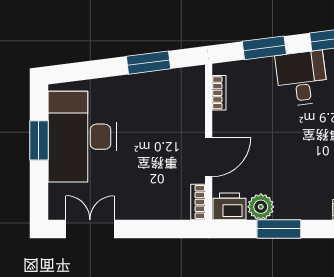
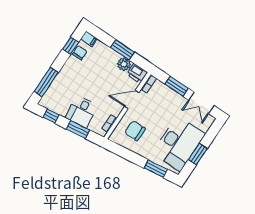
window: (148, 63) -> (156, 169), moved
desk: (302, 78) -> (81, 112), moved
chair: (169, 109) -> (135, 131), added
window: (149, 229) -> (177, 86), added

